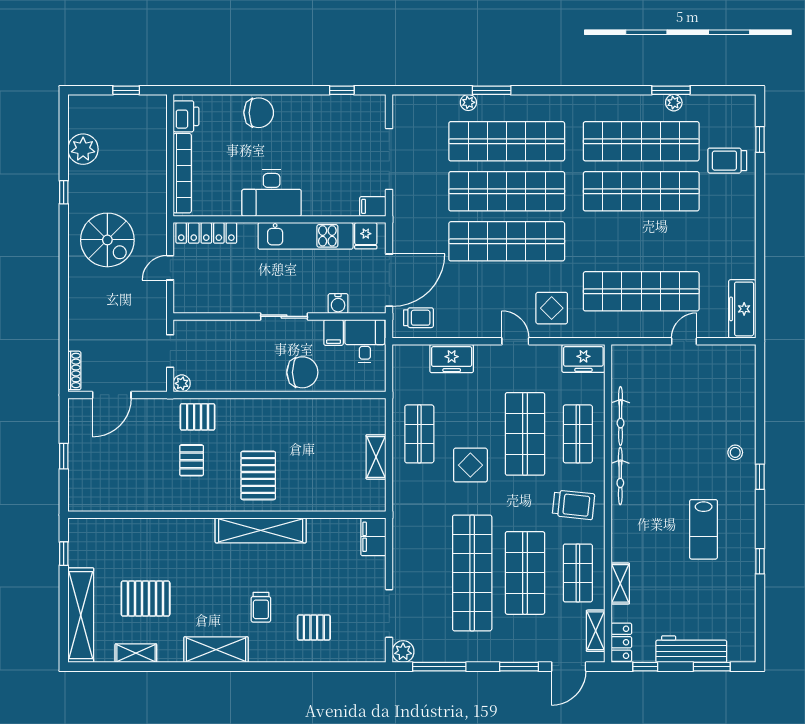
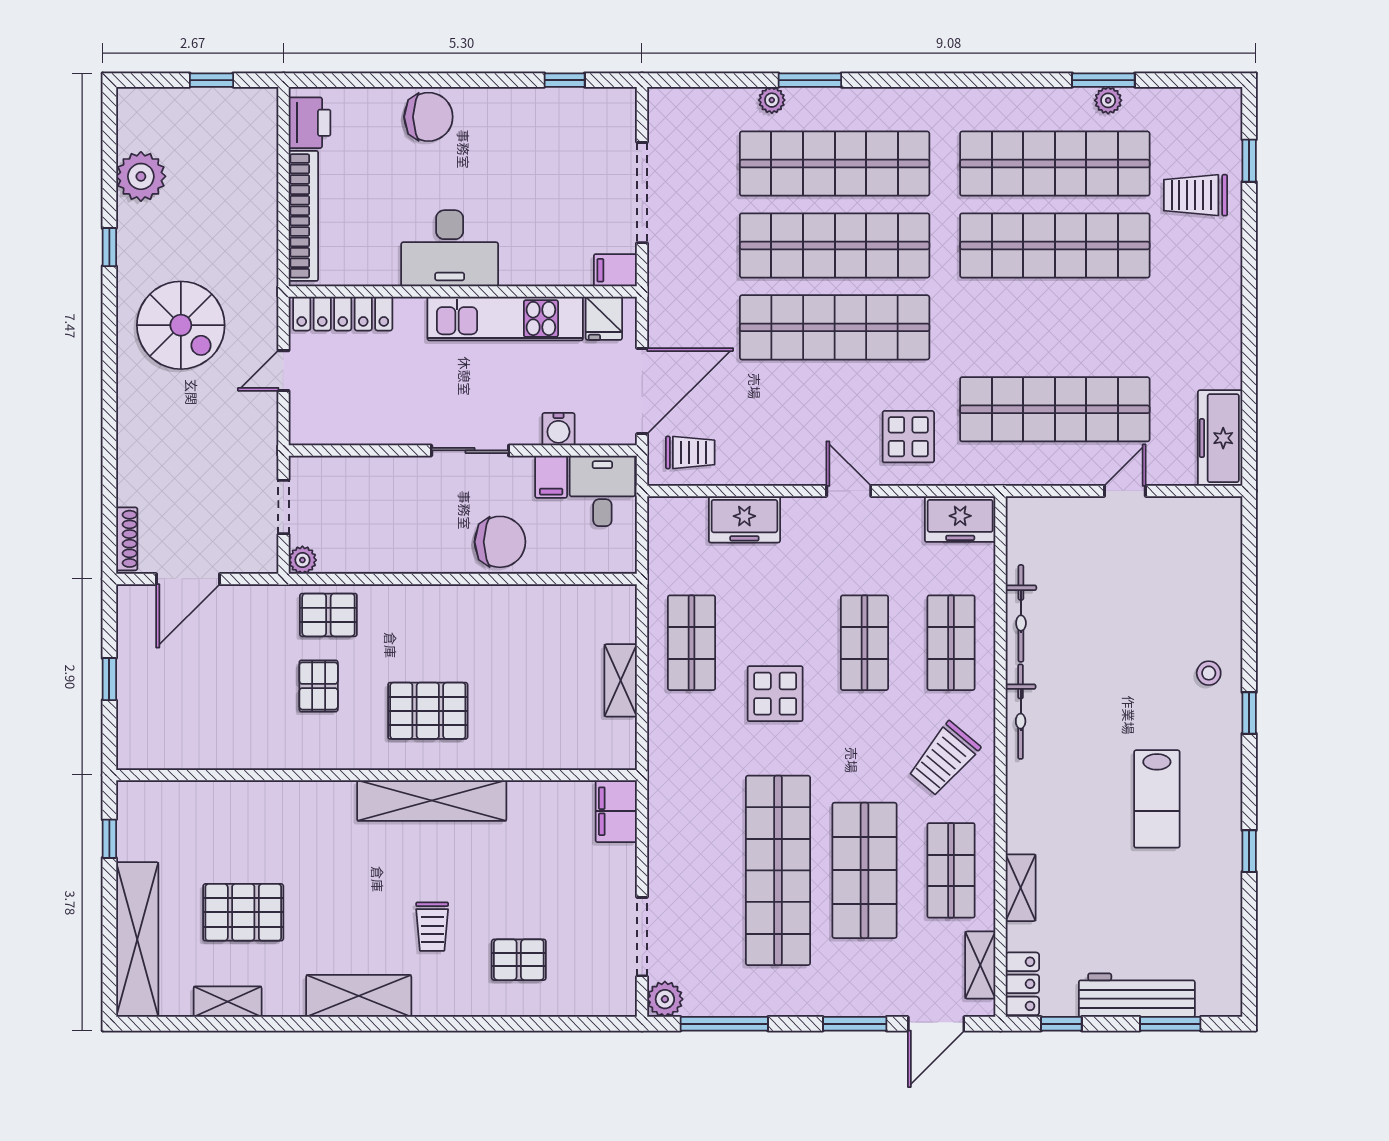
shop shelf: (525, 434) -> (865, 643), width x0.70, depth x0.74
pallet: (258, 475) -> (428, 711), turned 90
trolley: (574, 505) -> (944, 759), turned 124

